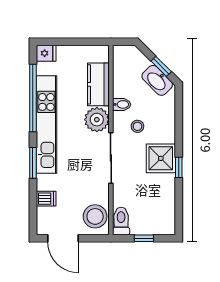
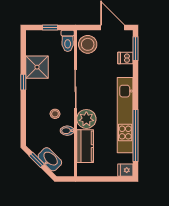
washbasin: (157, 80) -> (50, 159), moved
shower: (161, 158) -> (37, 67), moved
window: (33, 163) -> (136, 49), moved

